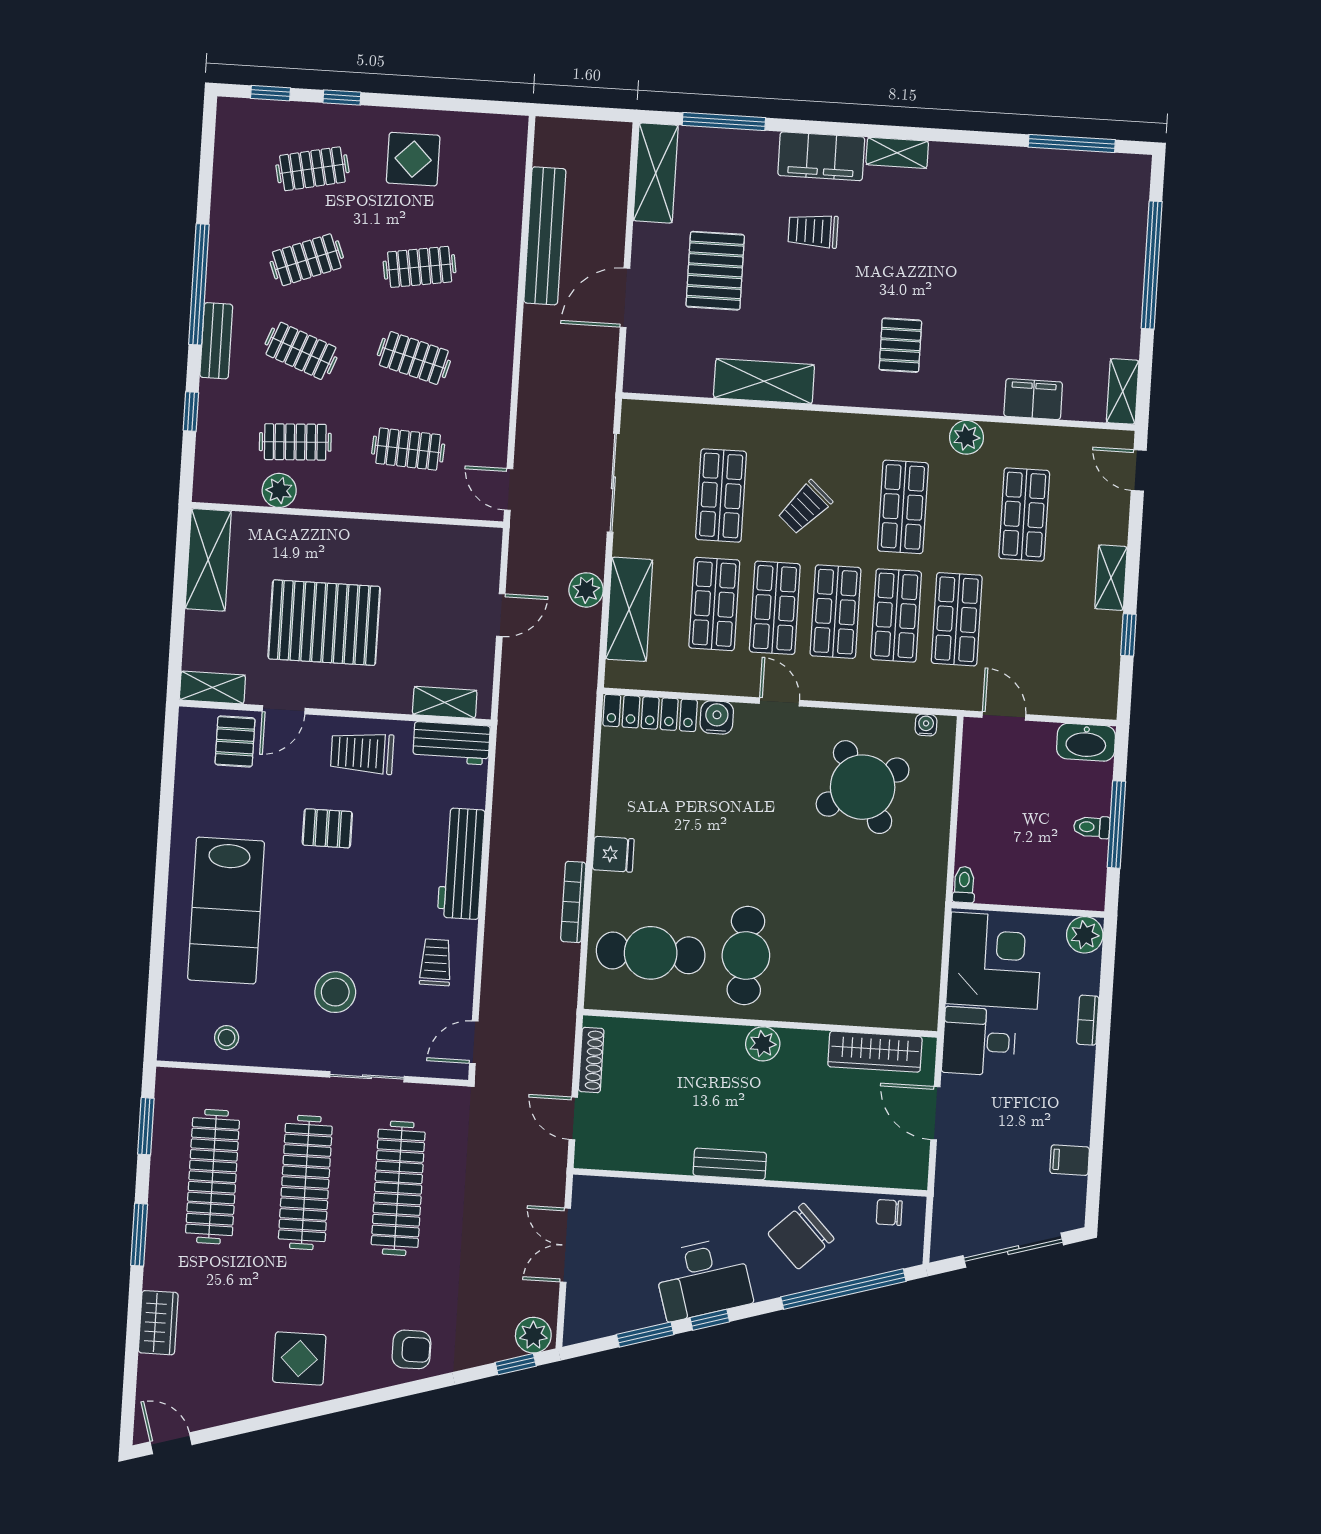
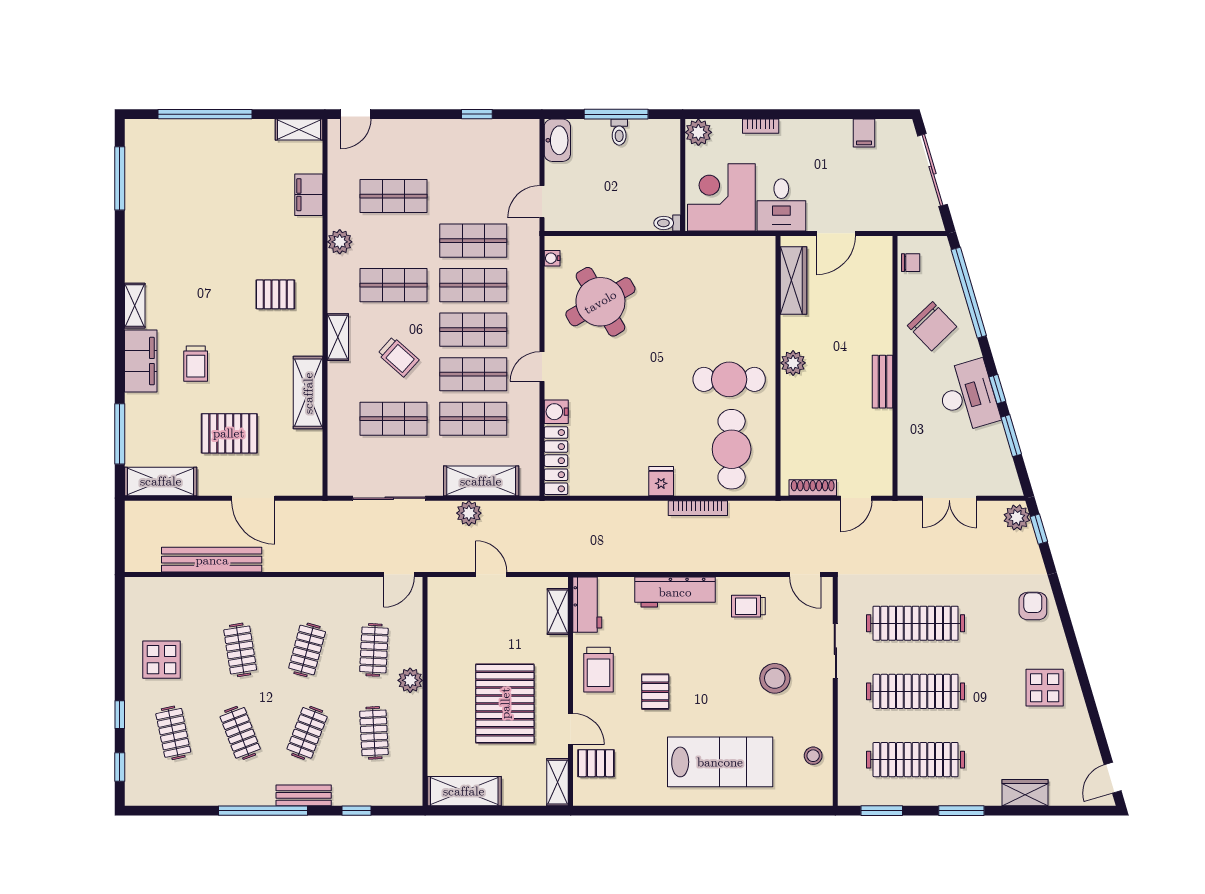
plant: (279, 490) -> (410, 680), moved
shelving: (1111, 578) -> (338, 337), moved, turned 90
chair: (889, 1212) -> (911, 263), turned -90

